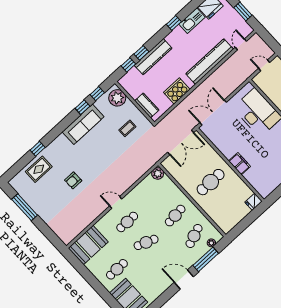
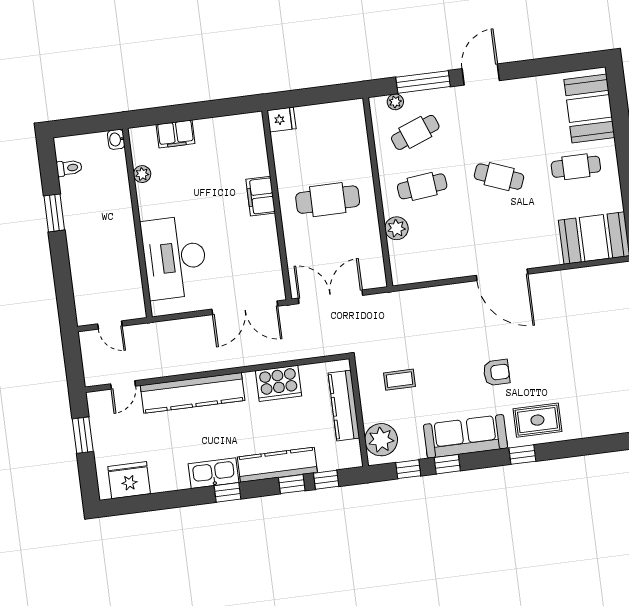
kitchen sink: (192, 21) -> (214, 473), moved
window: (174, 23) -> (228, 492), moved
kitchen counter: (147, 105) -> (344, 406), width x1.50
window: (38, 149) -> (522, 455), moved
rug: (39, 169) -> (537, 420), moved
plant: (158, 173) -> (397, 228), moved
armchair: (73, 180) -> (497, 372), moved
door: (116, 202) -> (502, 275), width x1.87
cafe table: (127, 222) -> (506, 231), removed
door: (184, 279) -> (481, 75), swing flipped

